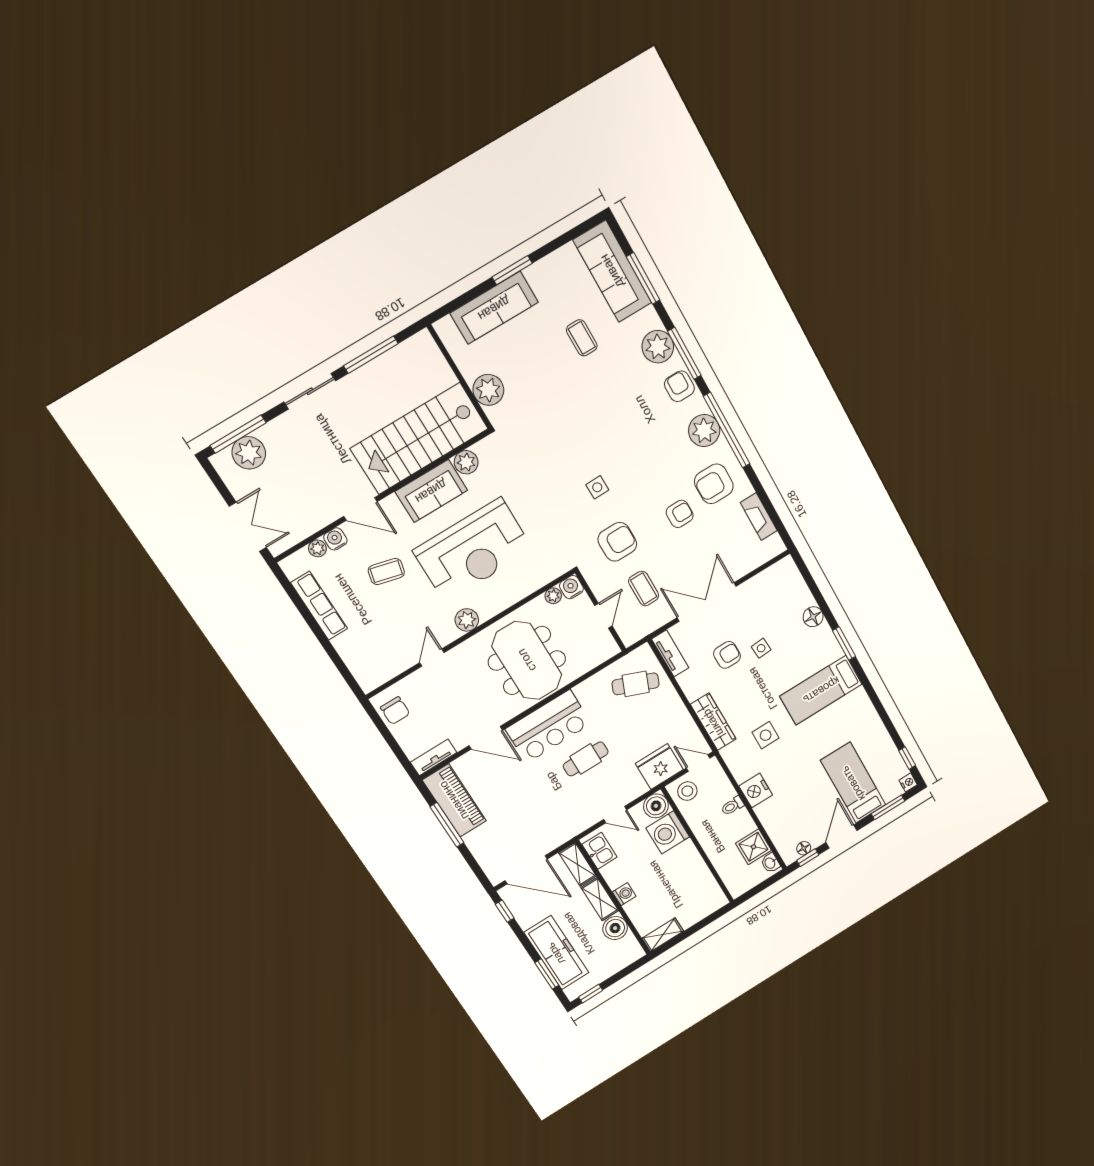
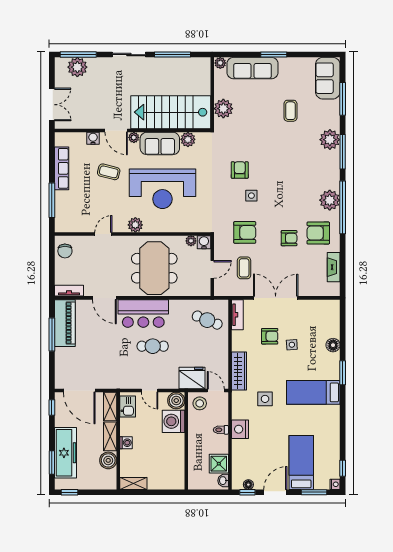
sofa: (612, 271) -> (328, 78), width x0.73
plant: (445, 327) -> (220, 63), added
armchair: (679, 386) -> (240, 170), moved
plant: (317, 548) -> (134, 137), moved
window: (334, 656) -> (52, 200), added

